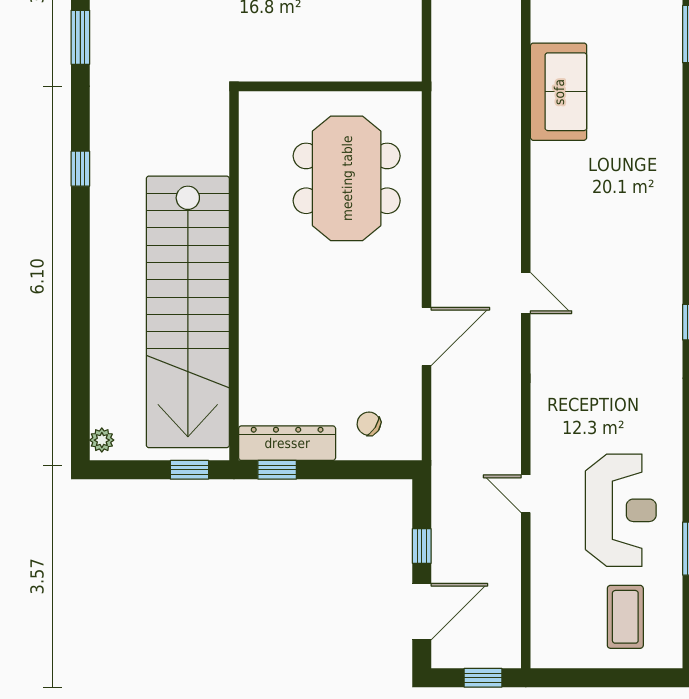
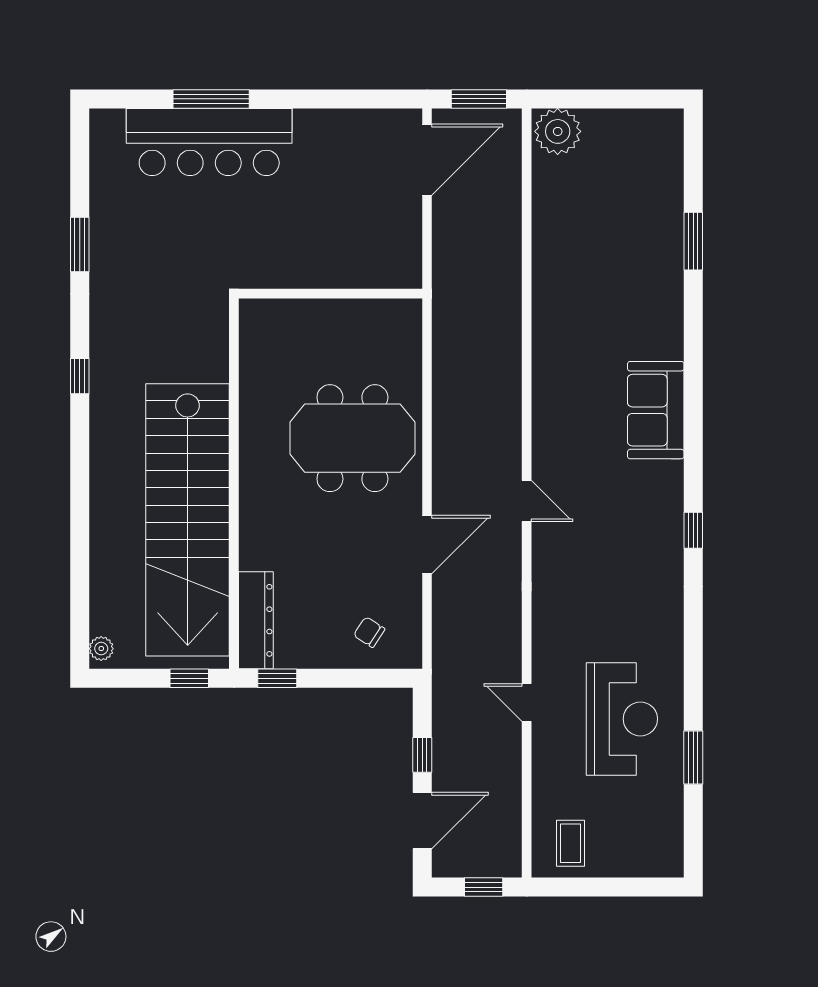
sofa: (559, 92) -> (656, 410), moved, turned 180
meeting table: (347, 178) -> (352, 438), moved, turned 90
dresser: (287, 443) -> (256, 620), moved, turned 90
coffee table: (625, 617) -> (571, 843), moved, width x0.73, depth x0.77

